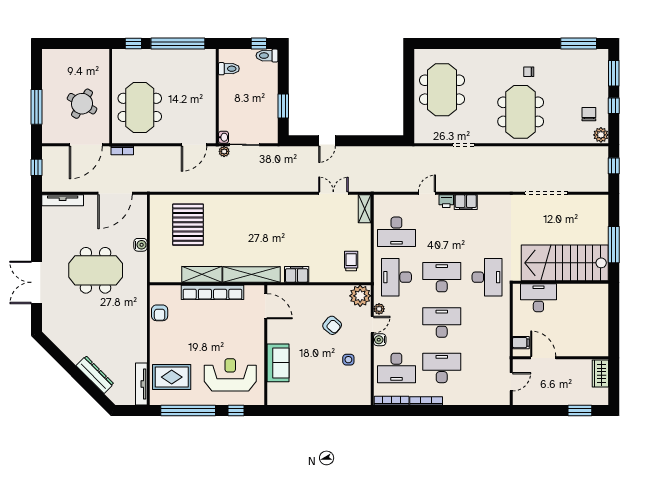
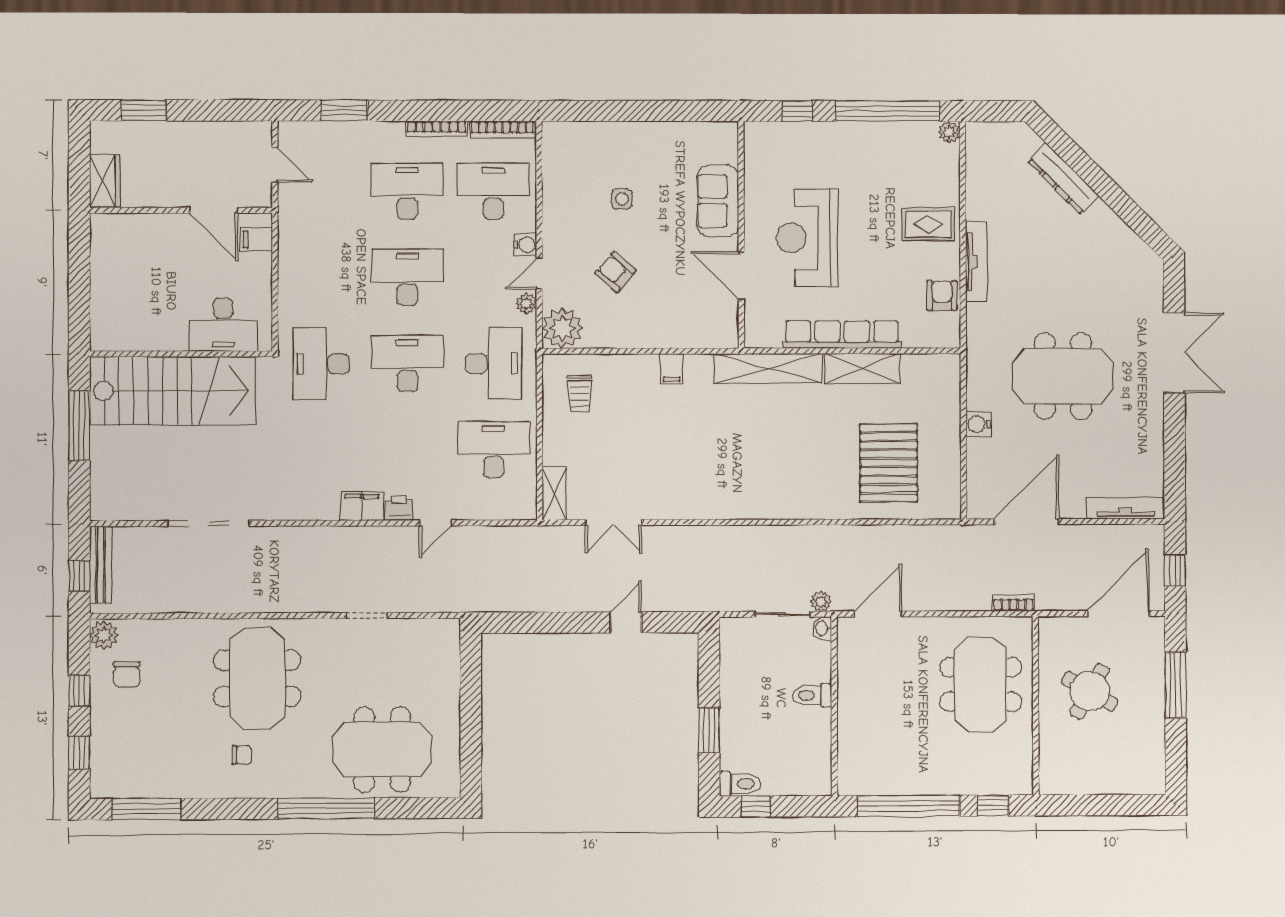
window: (485, 44) -> (326, 808), added
toilet: (229, 69) -> (812, 695), moved
window: (614, 73) -> (79, 753), width x0.67
meeting table: (442, 90) -> (382, 750), moved, turned 90
window: (283, 106) -> (709, 730), moved
door: (86, 145) -> (1118, 613), moved
bench: (603, 172) -> (100, 565), added
filing cabinet: (297, 274) -> (672, 369), width x0.50
desk: (442, 277) -> (407, 364), turned 180
door: (266, 306) -> (741, 276), moved
desk: (442, 323) -> (407, 277), turned 180
side table: (348, 360) -> (622, 199), moved
desk: (442, 368) -> (407, 191), turned 180
reception desk: (230, 375) -> (807, 238), moved, turned 90
rug: (172, 377) -> (928, 224), moved, width x0.73, depth x0.70
door: (511, 382) -> (275, 165), swing flipped
tv unit: (141, 384) -> (976, 262), moved
plant: (155, 399) -> (949, 132), added
window: (475, 410) -> (344, 111), added

